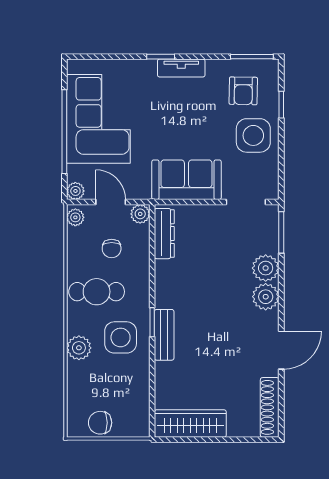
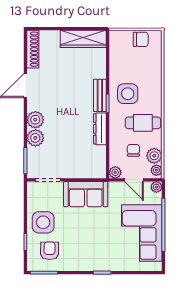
tv unit: (181, 68) -> (89, 265), removed
dresser: (164, 234) -> (100, 129), moved
plant: (79, 348) -> (154, 156), moved

